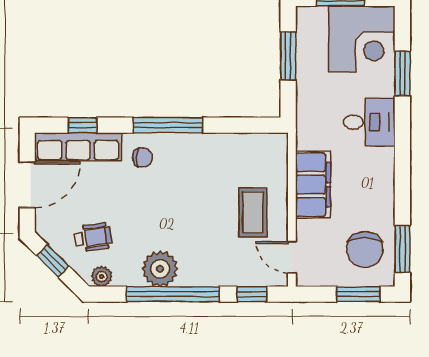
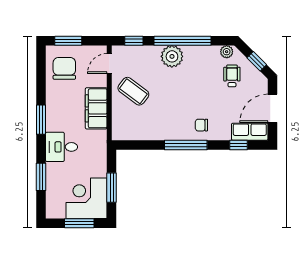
corner desk: (362, 39) -> (87, 198), moved
row of seats: (78, 147) -> (250, 132), width x0.68
coffee table: (253, 212) -> (133, 91), turned -53
wheelchair: (93, 237) -> (232, 76), turned 98
window: (402, 249) -> (41, 120), moved
door: (292, 257) -> (109, 63), swing flipped
plant: (160, 269) -> (172, 56), moved

